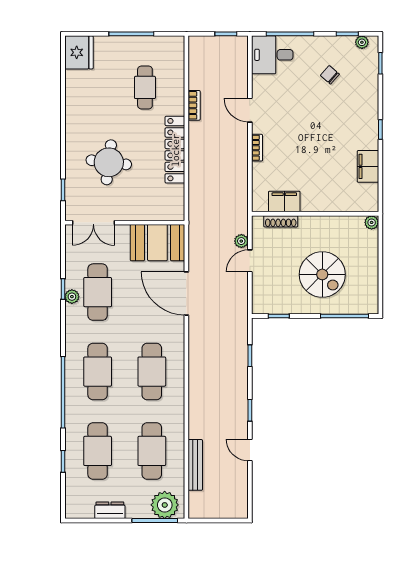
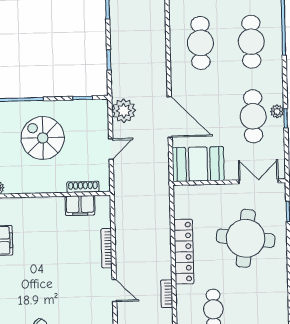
bookcase: (257, 148) -> (107, 248), width x1.56
round table: (109, 162) -> (246, 238), width x1.36, depth x1.36
plant: (241, 241) -> (124, 111), moved, width x1.87, depth x1.87

